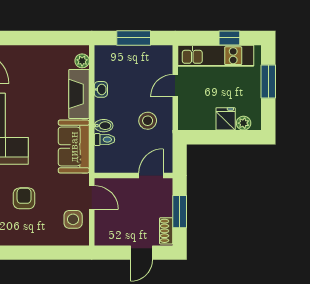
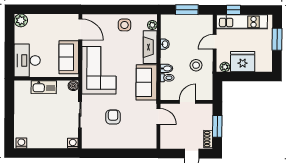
window: (229, 38) -> (234, 10), moved
fridge: (226, 119) -> (243, 62), width x1.88, depth x1.34
plant: (244, 123) -> (225, 67), moved
door: (151, 175) -> (187, 102), moved
side table: (73, 219) -> (124, 25), moved

